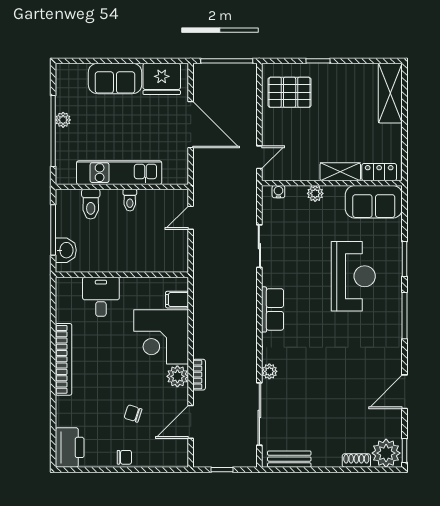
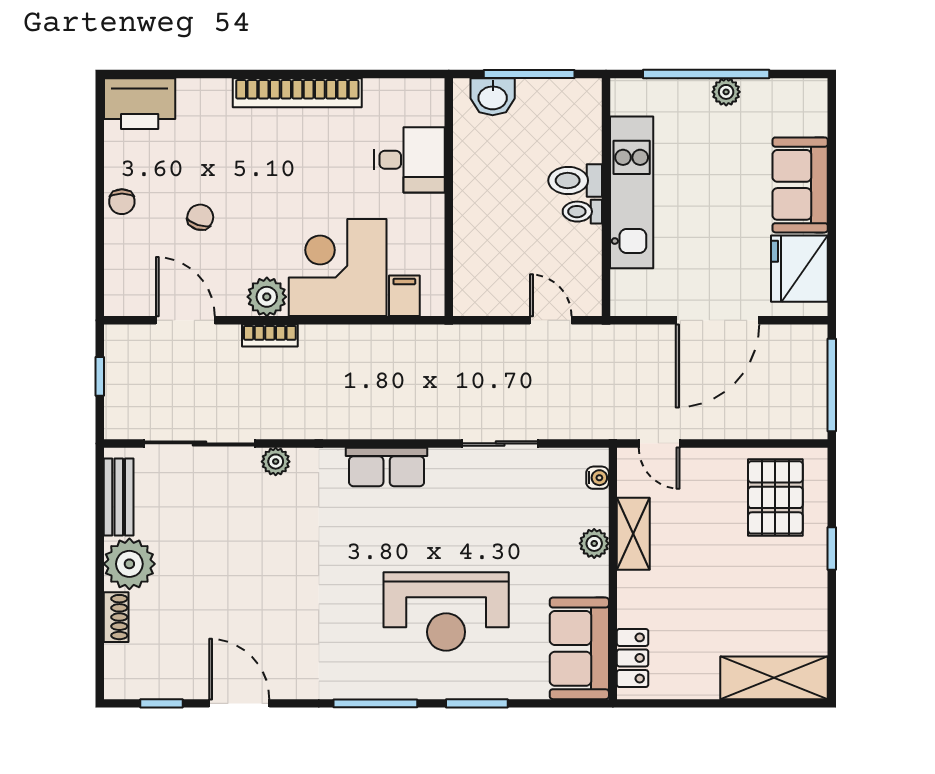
shelving: (340, 172) -> (633, 534), moved
toilet: (91, 204) -> (575, 181), moved
window: (405, 451) -> (162, 703), moved
plant: (386, 453) -> (129, 564), moved

